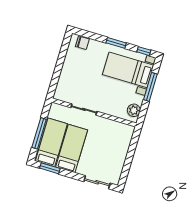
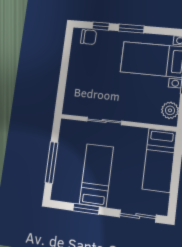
window: (144, 51) -> (101, 26), moved
bed: (51, 142) -> (159, 160), moved, turned 180
window: (50, 168) -> (86, 209), moved

